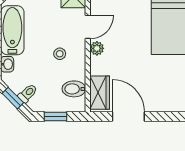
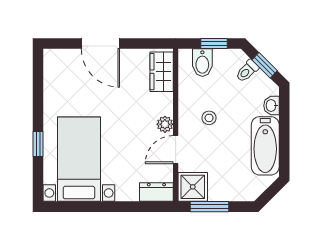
bidet: (74, 89) -> (202, 63), moved, turned 90
door: (128, 116) -> (100, 43), moved

